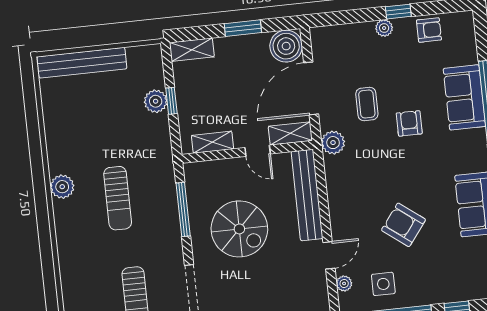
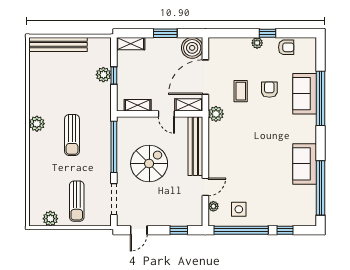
armchair: (409, 123) -> (269, 90), moved
window: (183, 209) -> (114, 147), width x1.46
armchair: (403, 225) -> (256, 172), removed
spiral stairs: (239, 229) -> (149, 164), turned -90

